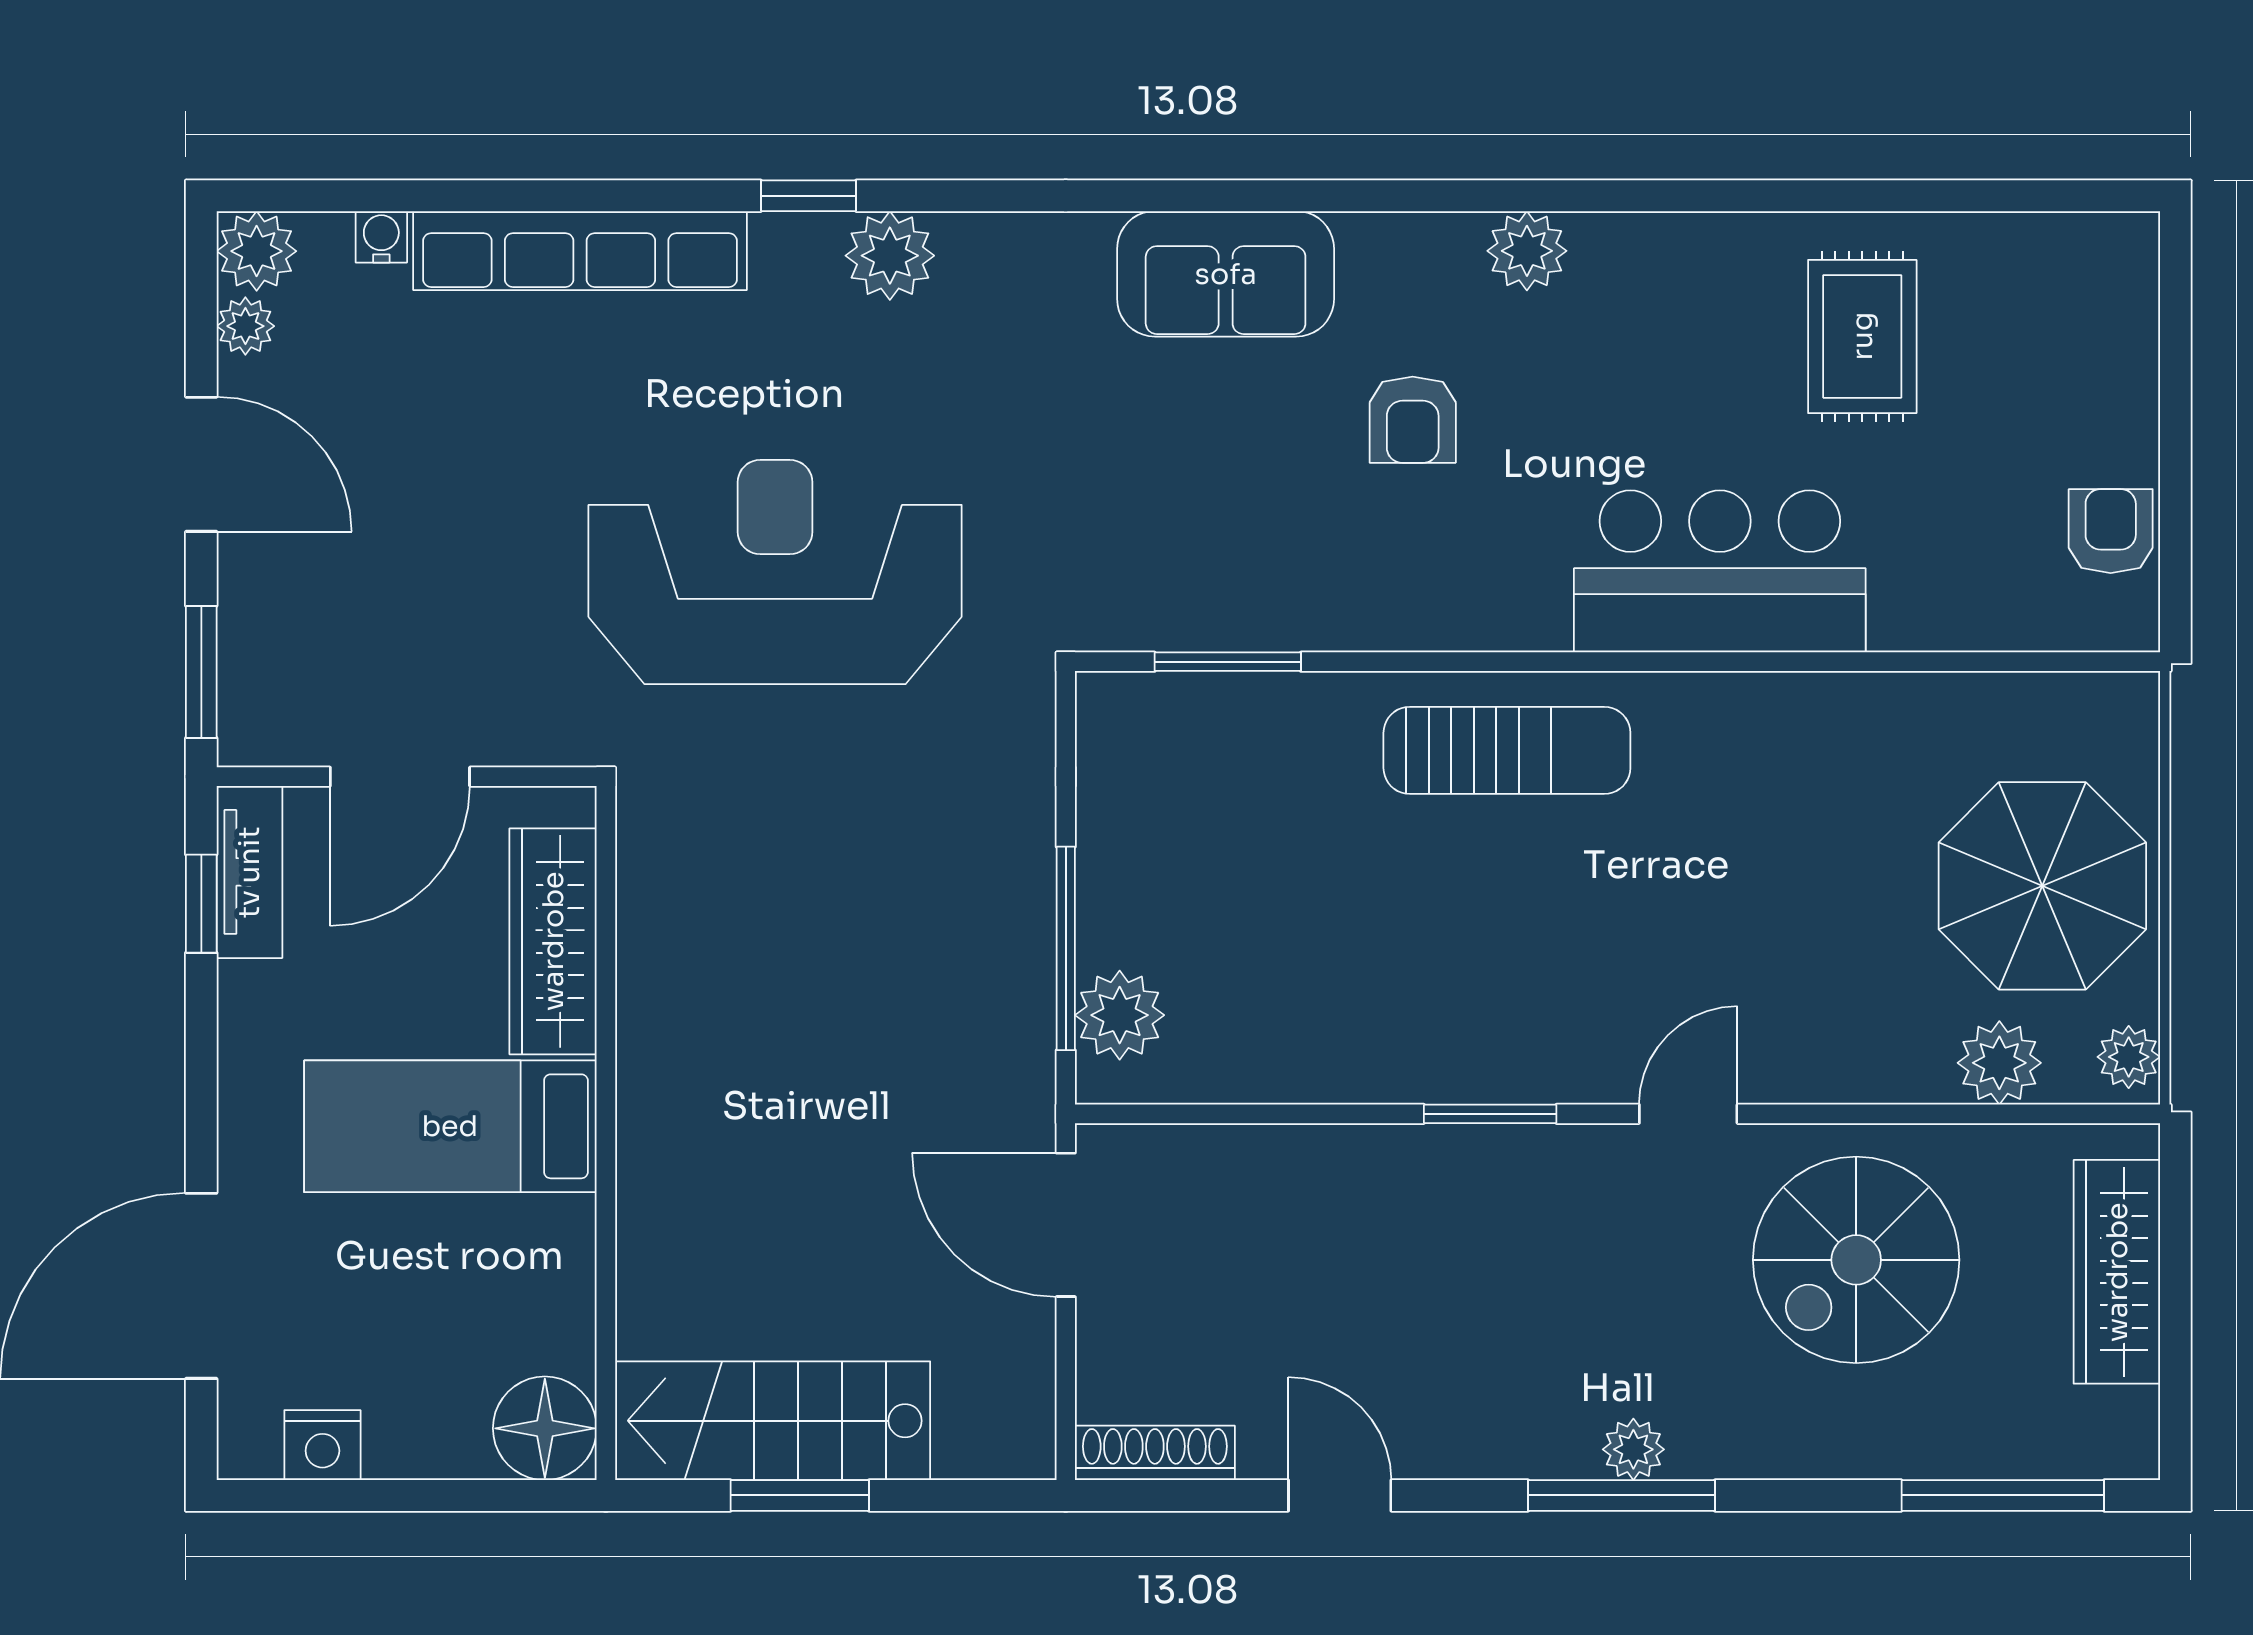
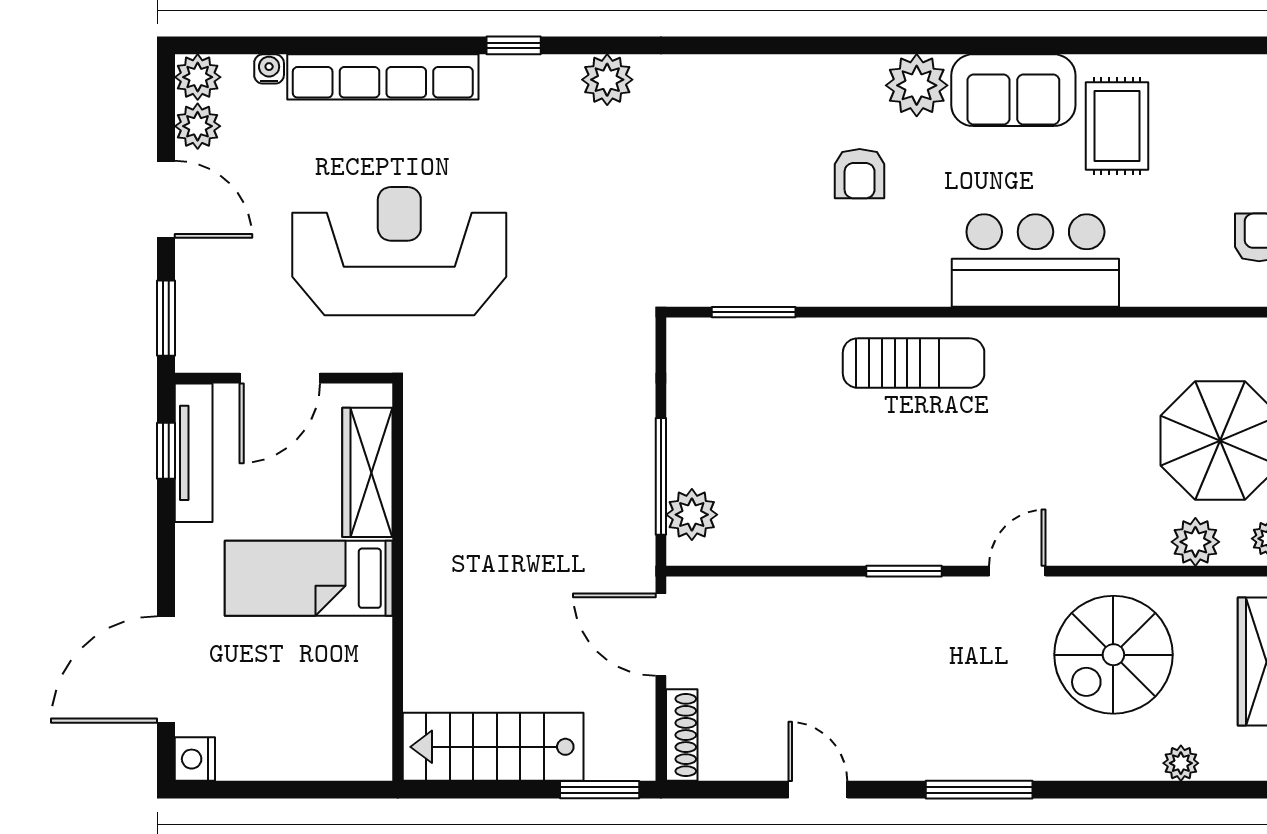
plant: (1527, 251) -> (917, 85), width x1.36, depth x1.36
plant: (890, 256) -> (607, 80), moved
sofa: (1226, 274) -> (1013, 90), moved
plant: (245, 326) -> (198, 126), width x1.38, depth x1.38
reception desk: (775, 572) -> (399, 251), moved
tv unit: (249, 872) -> (194, 453), width x1.41
floor lamp: (545, 1428) -> (363, 751), removed
nightstand: (322, 1445) -> (195, 759), moved, turned 90
plant: (1633, 1449) -> (1181, 763), moved
shoe rack: (1155, 1453) -> (682, 735), moved, turned 90
window: (800, 1495) -> (600, 790), moved
window: (2003, 1495) -> (1197, 790), removed

